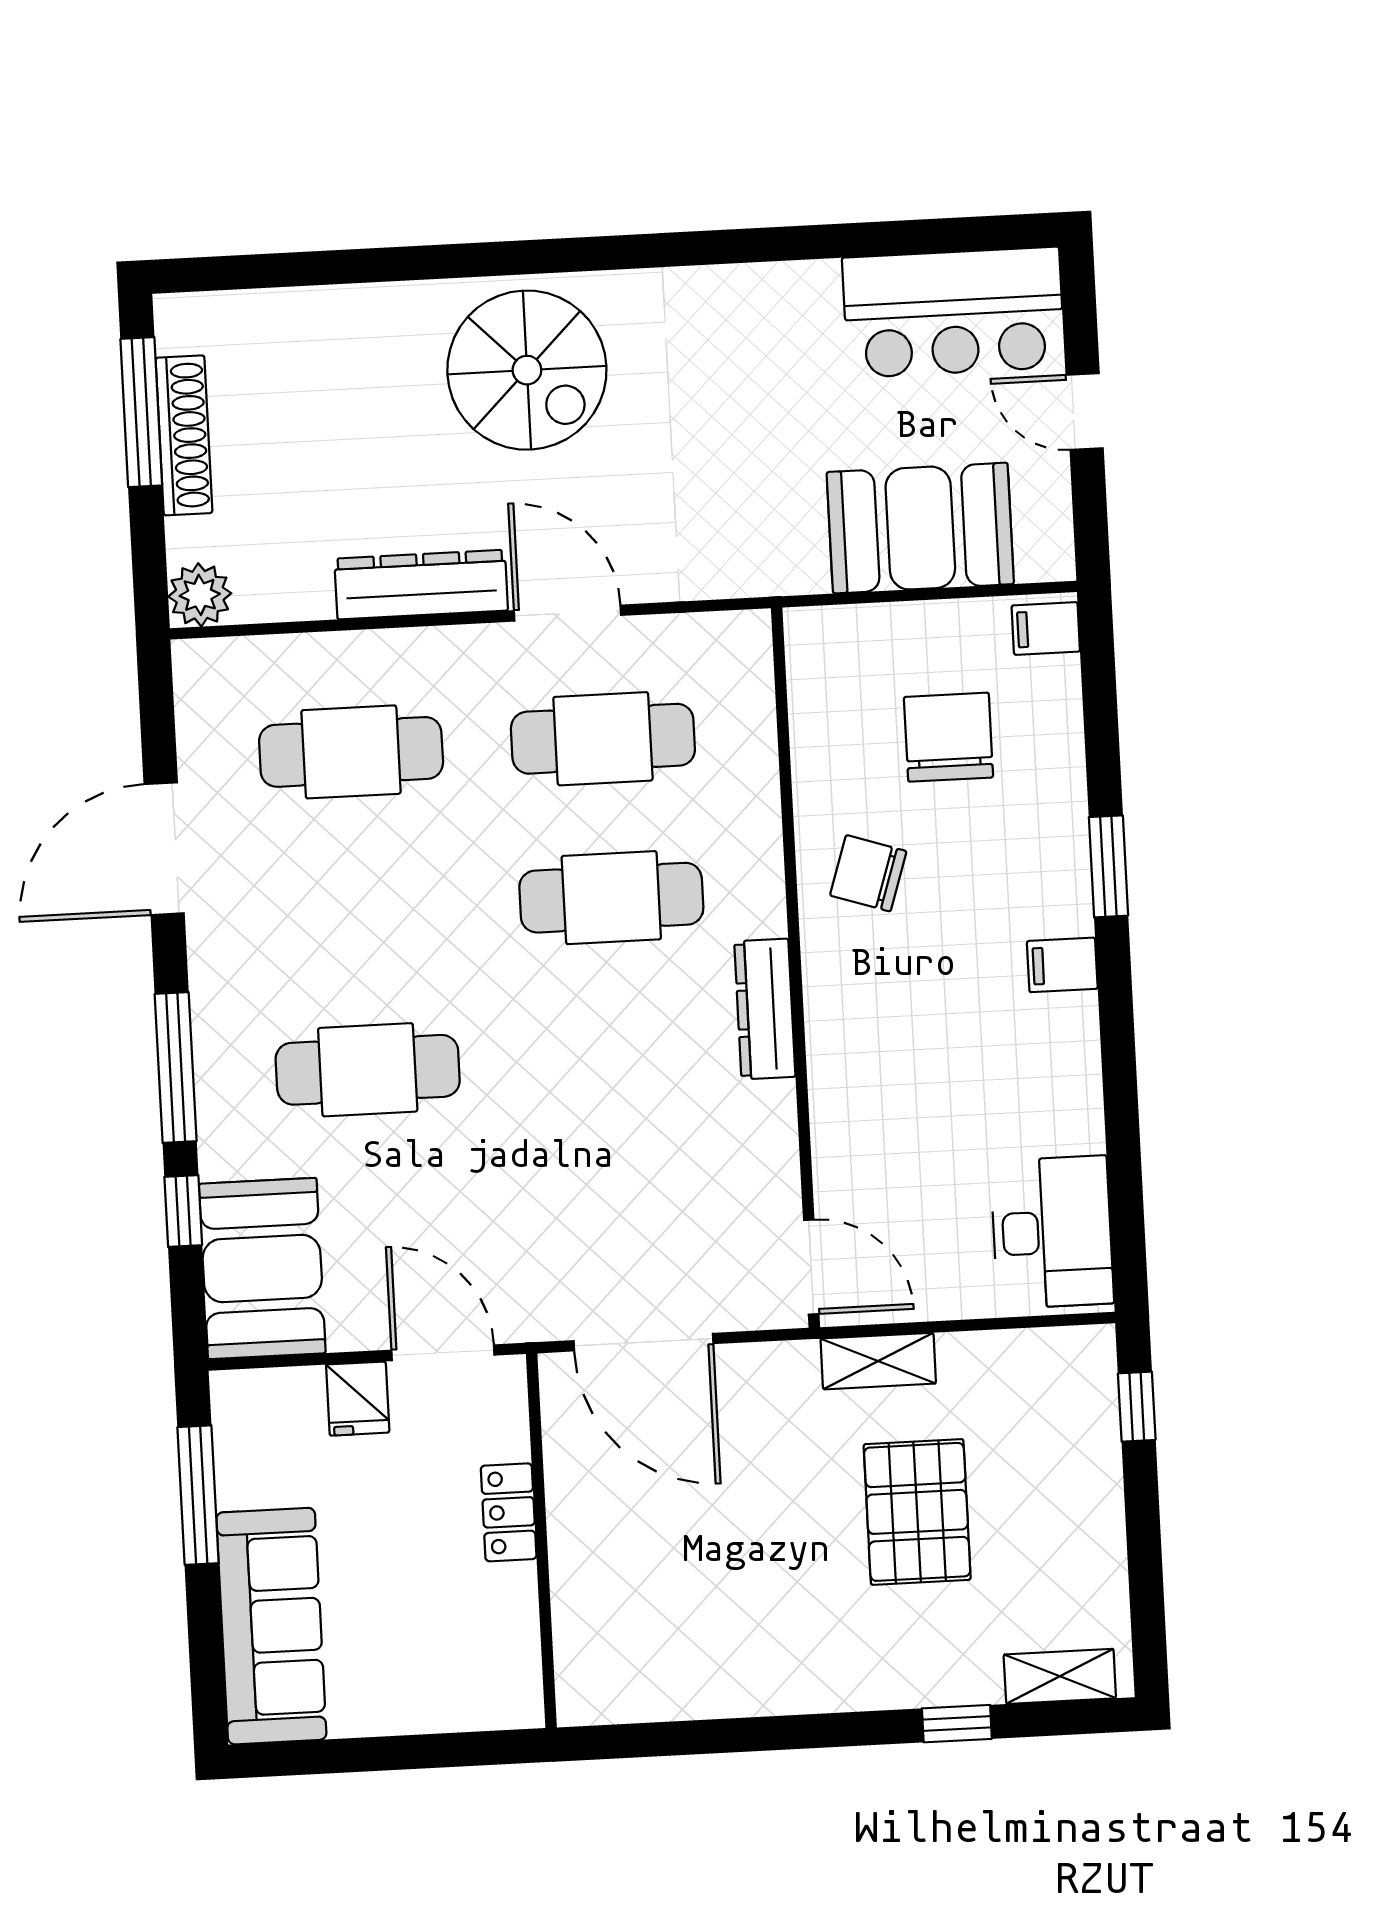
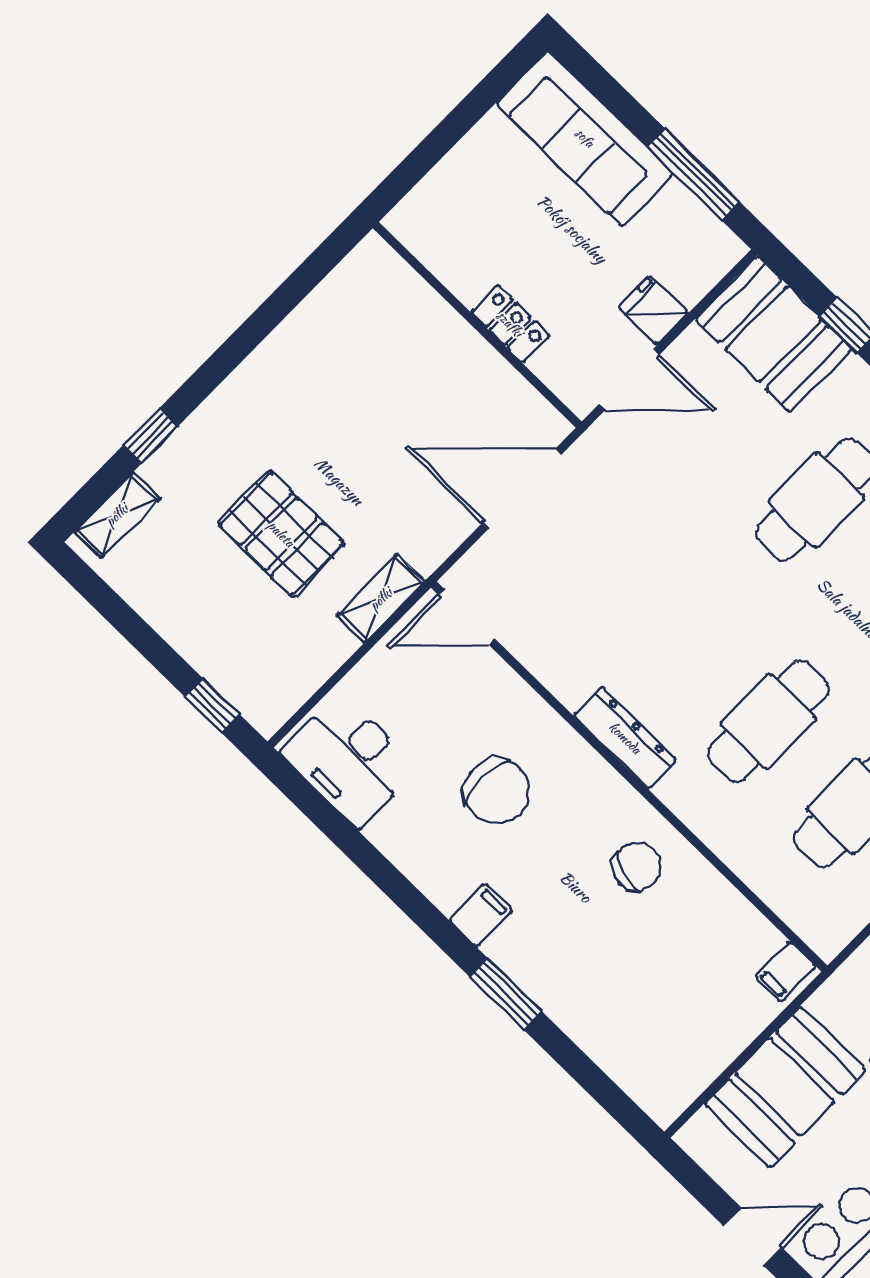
filing cabinet: (1046, 628) -> (785, 971), moved, turned 180
chair: (948, 737) -> (497, 791), moved

